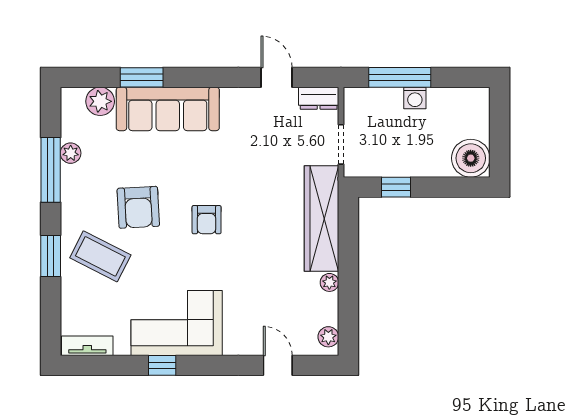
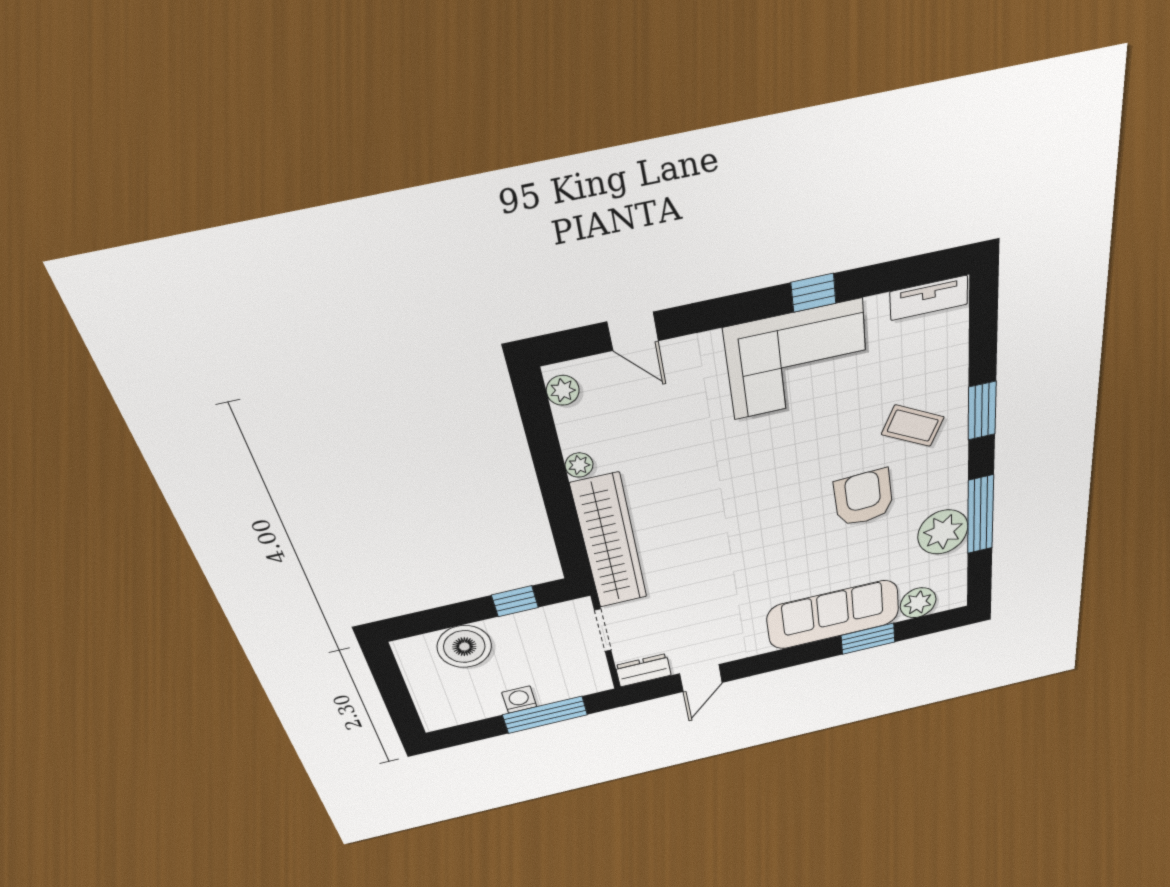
door: (277, 77) -> (701, 678), hinge flipped
plant: (71, 153) -> (943, 532), width x1.88, depth x1.88
boiler: (471, 158) -> (464, 647), moved
armchair: (207, 220) -> (769, 504), removed
coffee table: (100, 256) -> (913, 426), width x0.73, depth x0.77

